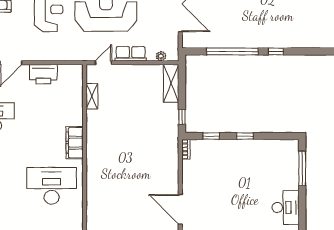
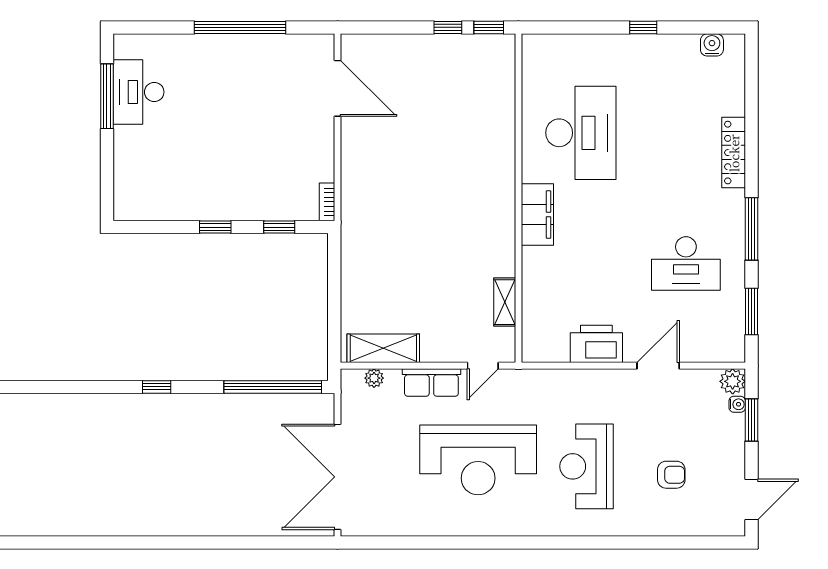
window: (232, 51) -> (273, 387), moved
shelving: (171, 83) -> (383, 348), moved, turned 90
window: (182, 117) -> (334, 263), removed
window: (302, 168) -> (107, 96), moved
desk: (52, 186) -> (581, 133), turned -90

